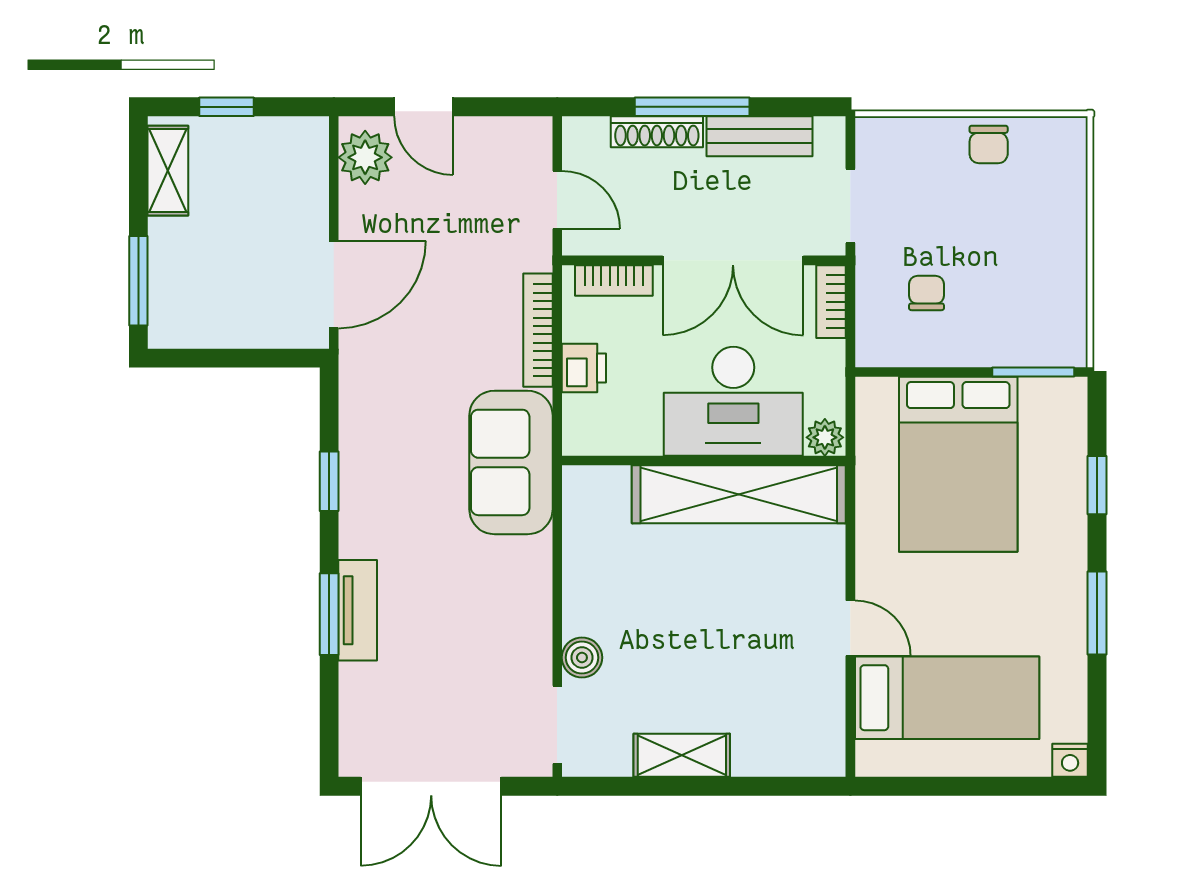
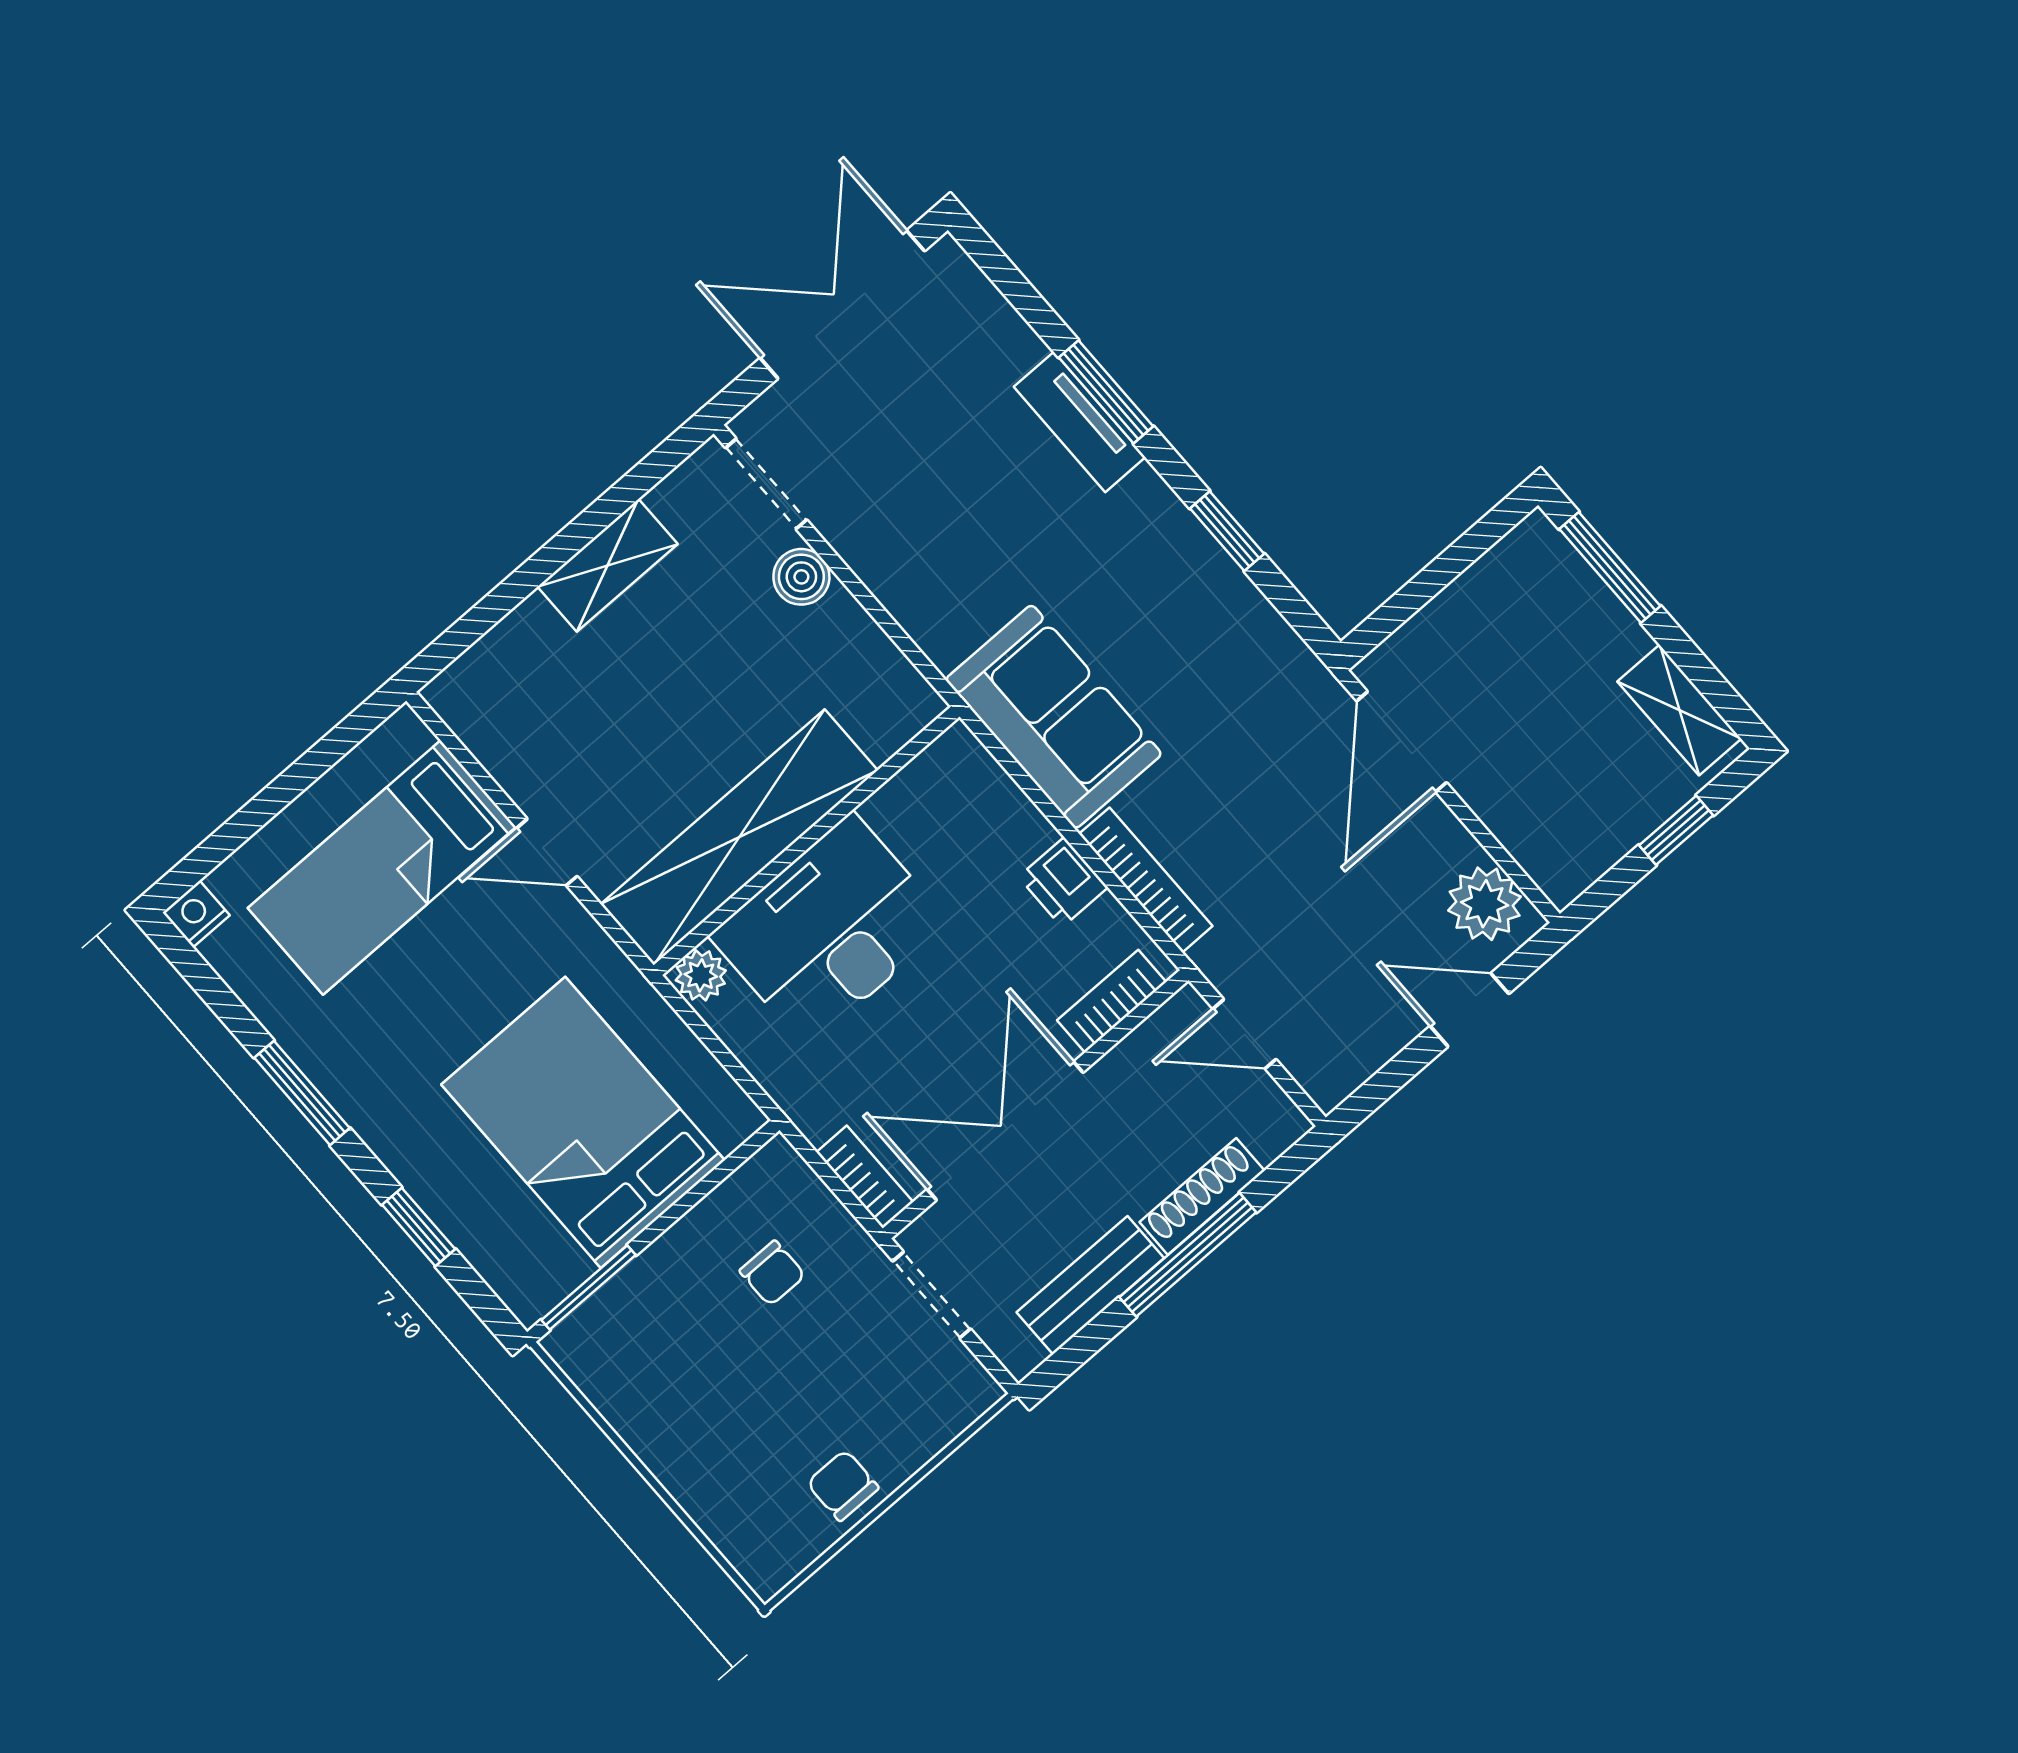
desk: (733, 401) -> (830, 930), moved
plant: (825, 437) -> (701, 975), moved
wall: (704, 460) -> (807, 841), moved
shelving: (739, 494) -> (739, 837), moved

